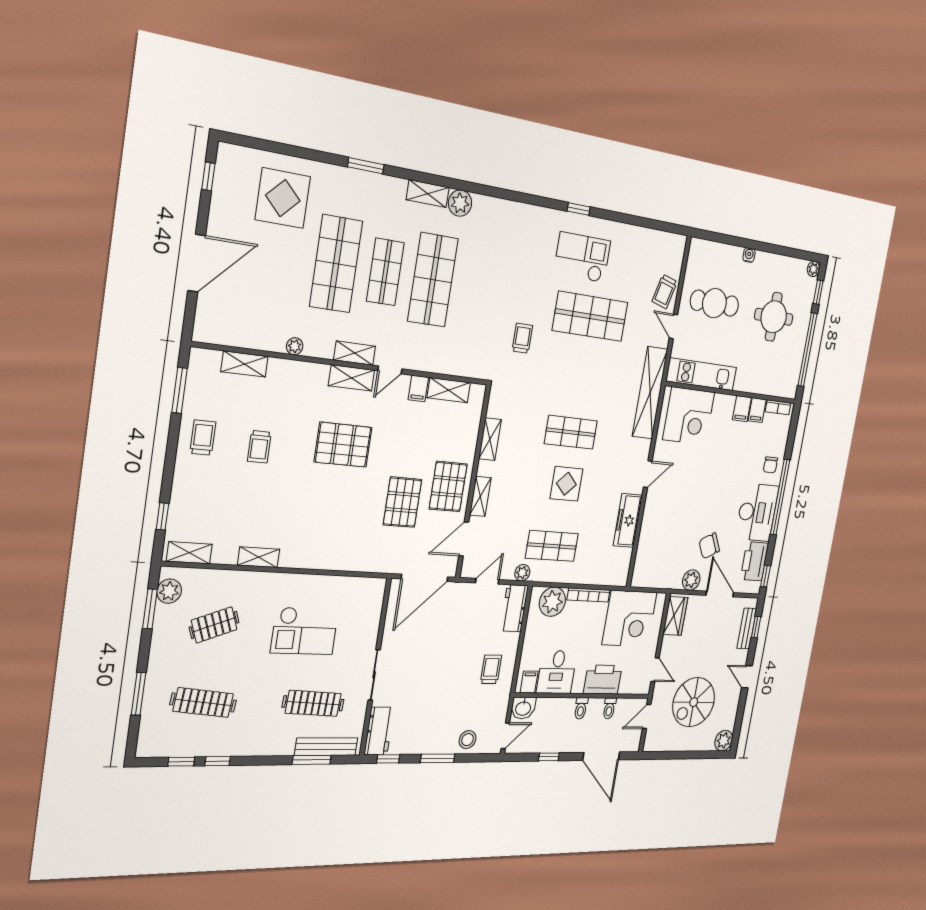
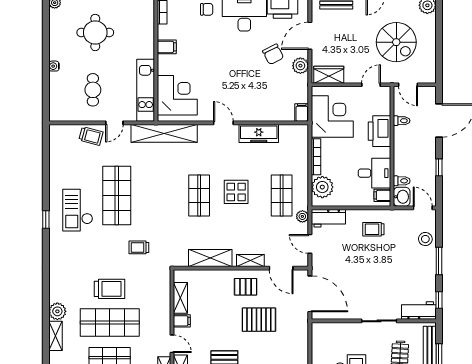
trolley: (477, 287) -> (109, 289), added
cafe table: (714, 303) -> (93, 90), width x0.73, depth x0.74
filing cabinet: (757, 410) -> (302, 112), moved, turned -90
shelving: (490, 439) -> (210, 258), width x1.50, depth x1.33
pallet: (448, 486) -> (246, 287), width x0.67, depth x0.71
toilet: (581, 708) -> (402, 181), moved

